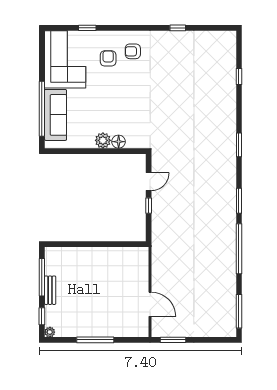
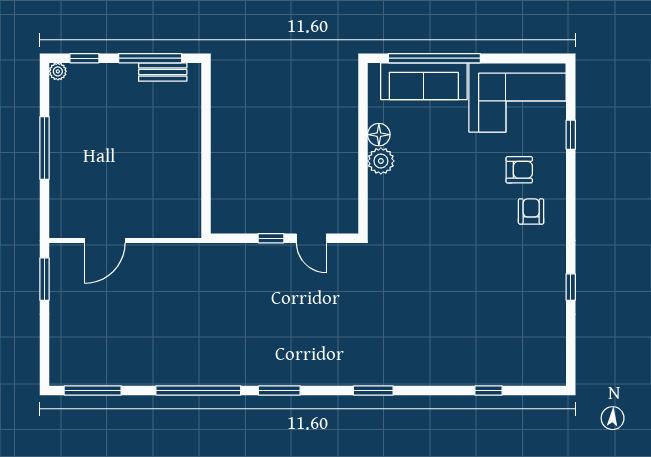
floor lamp: (119, 142) -> (379, 135), moved
bench: (50, 290) -> (163, 72), moved

